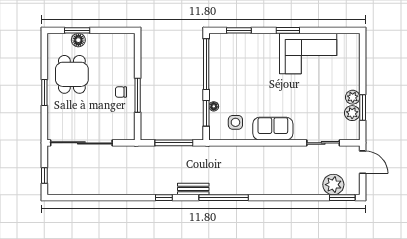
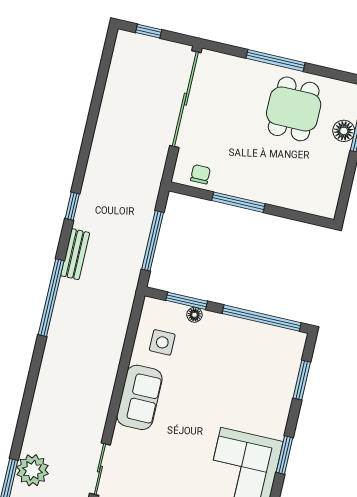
dining table: (72, 74) -> (294, 109), turned 90
window: (44, 92) -> (276, 60), width x1.44
chair: (121, 92) -> (200, 174), moved

